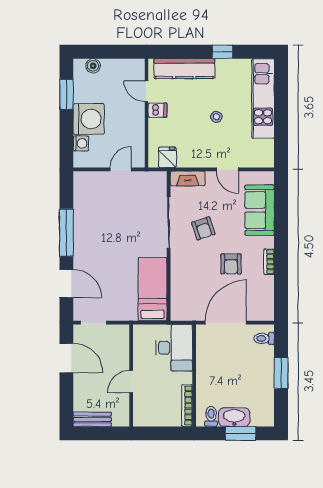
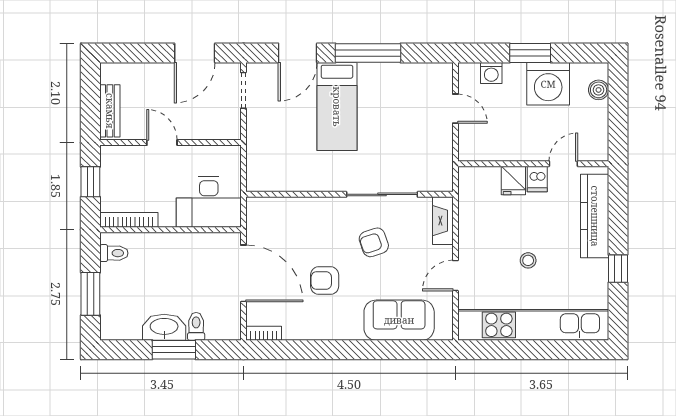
window: (66, 94) -> (530, 53), moved
kitchen unit: (263, 98) -> (533, 325), width x1.36
washing machine: (89, 119) -> (548, 84), moved
fridge: (167, 157) -> (513, 180), moved, turned 90
door: (121, 169) -> (455, 109), moved
bookcase: (269, 262) -> (264, 333), moved
bed: (153, 289) -> (337, 107), moved, turned 90
toilet: (264, 338) -> (196, 326), moved
washbasin: (234, 417) -> (164, 327), moved, turned -90
bench: (92, 419) -> (110, 111), moved
window: (160, 433) -> (90, 182), added

